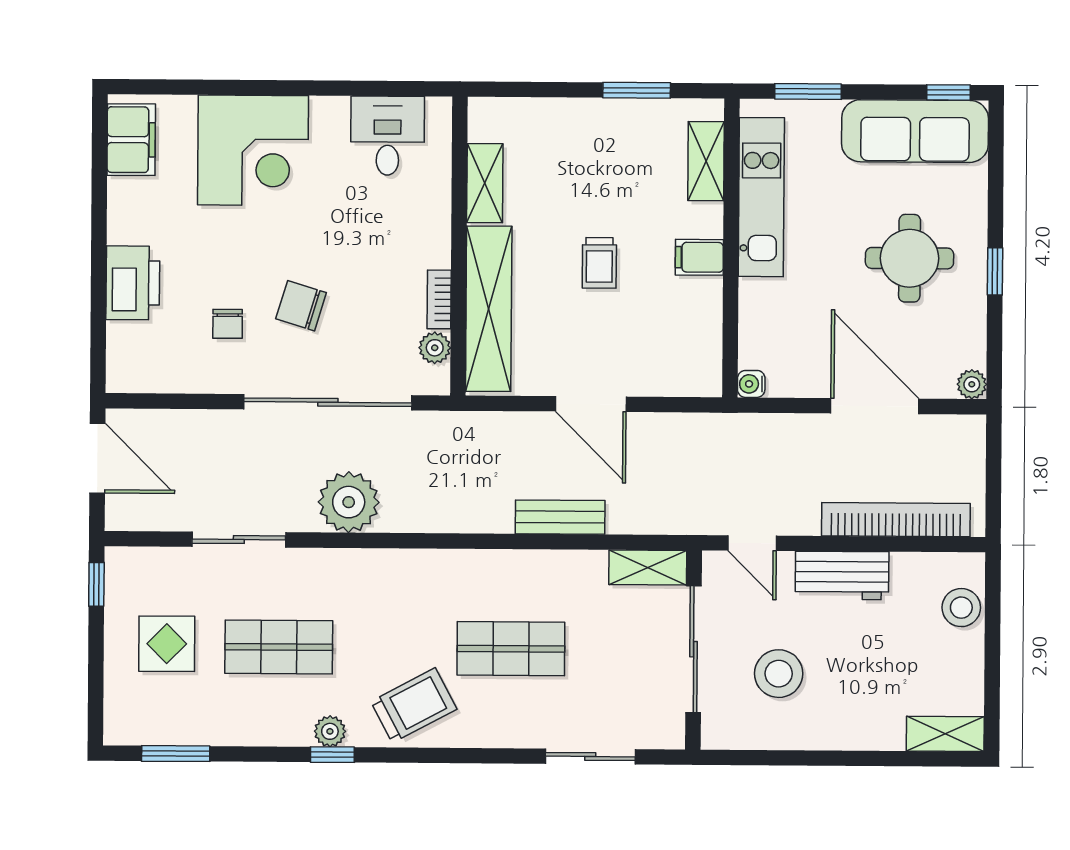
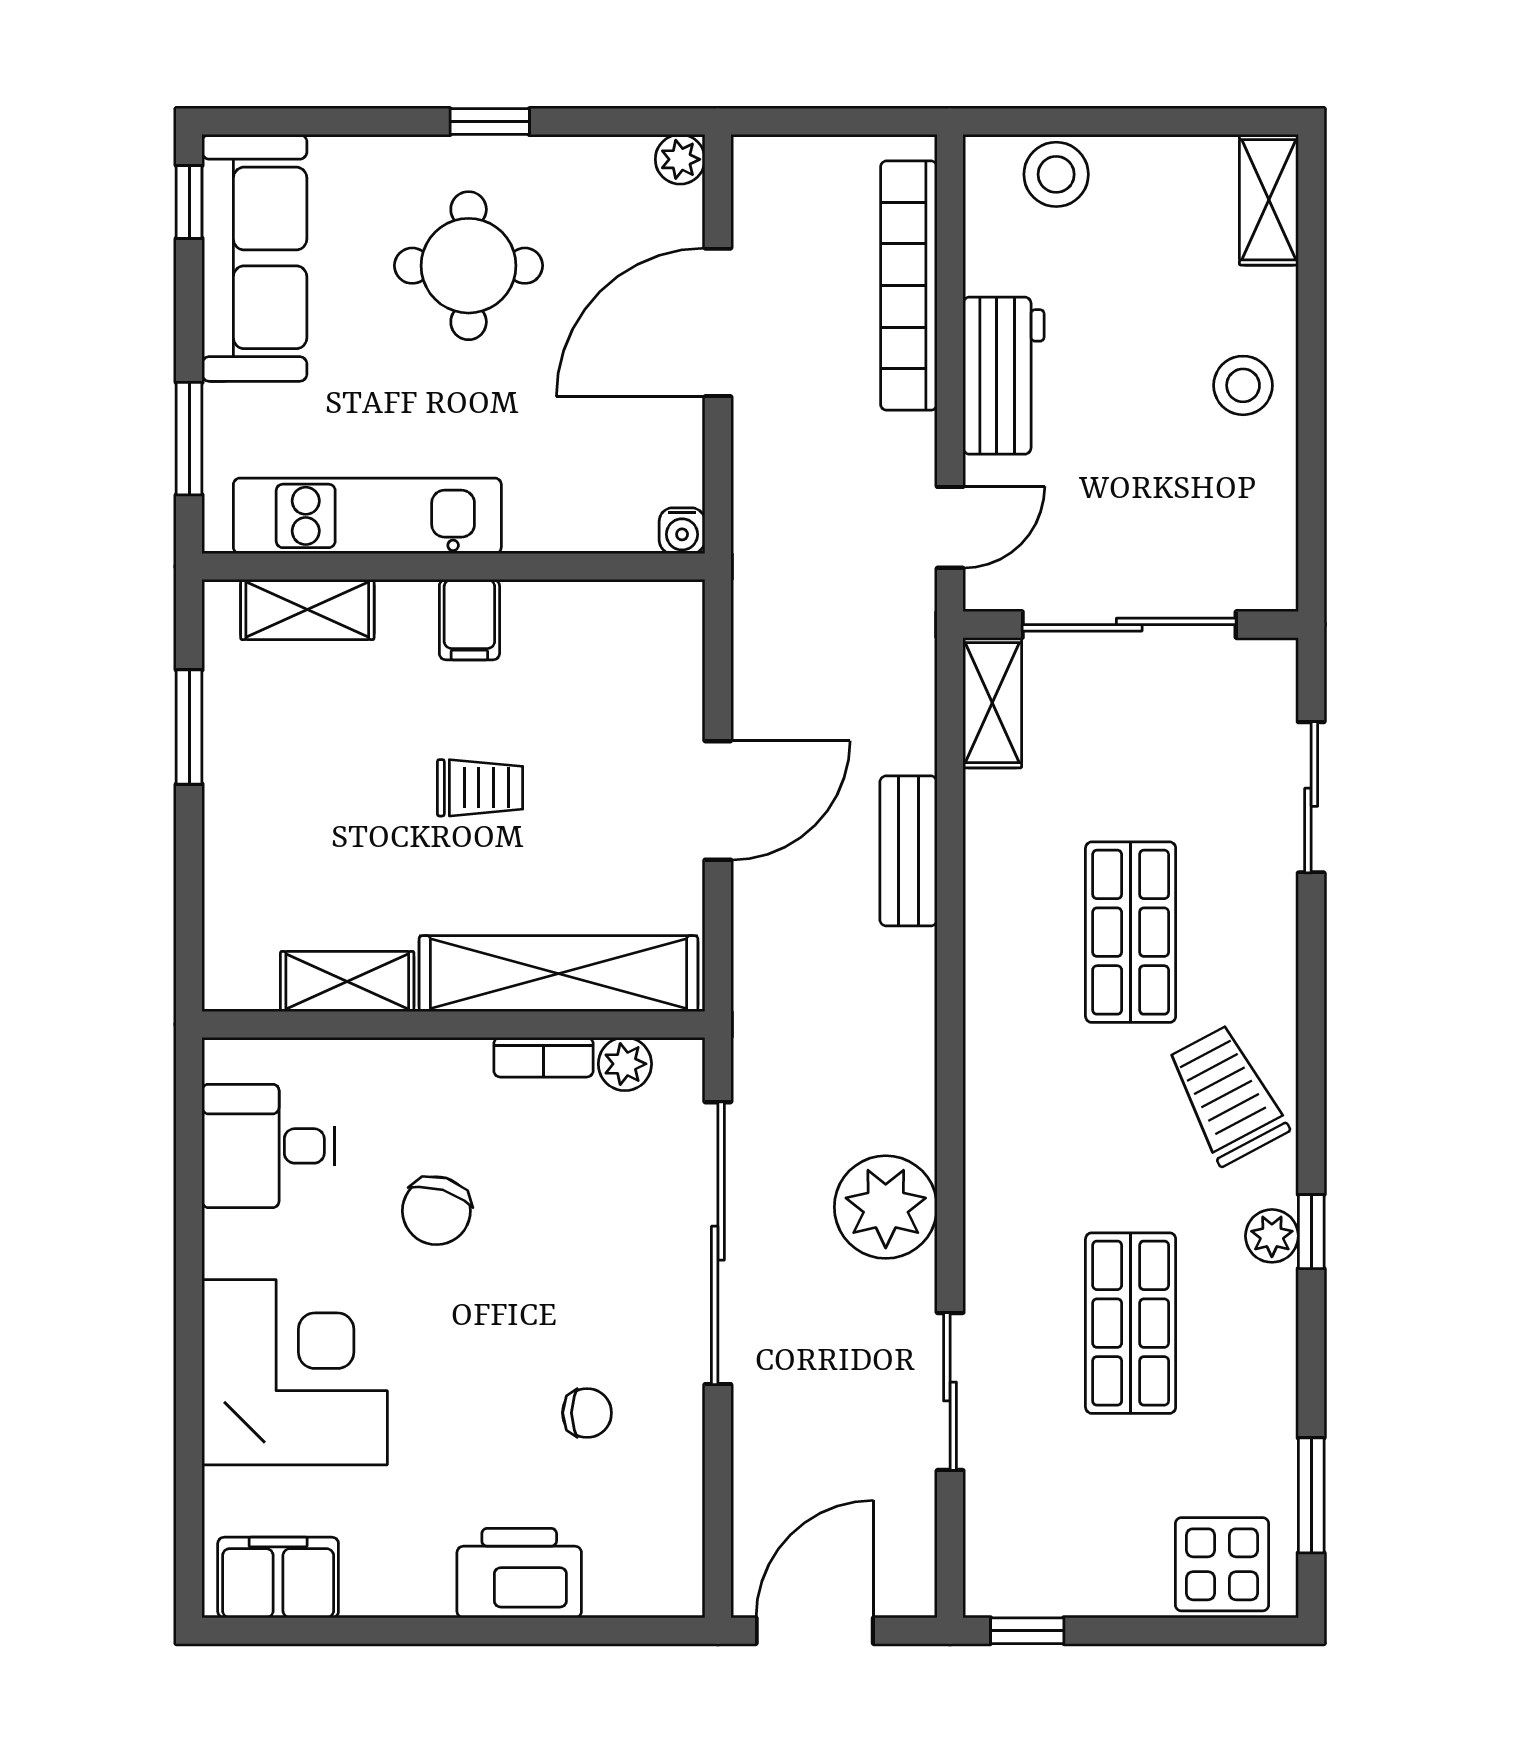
chair: (301, 306) -> (436, 1211), moved
display table: (167, 644) -> (1222, 1564), moved
stool: (779, 674) -> (1243, 385), moved, width x0.73, depth x0.73

